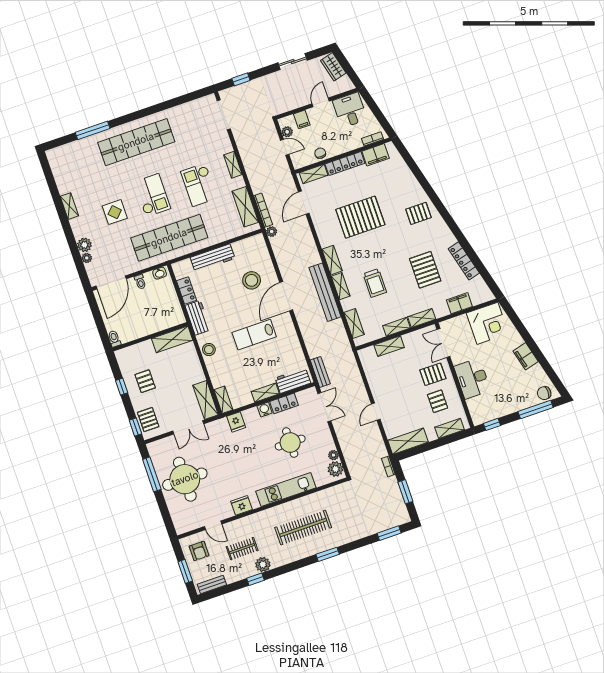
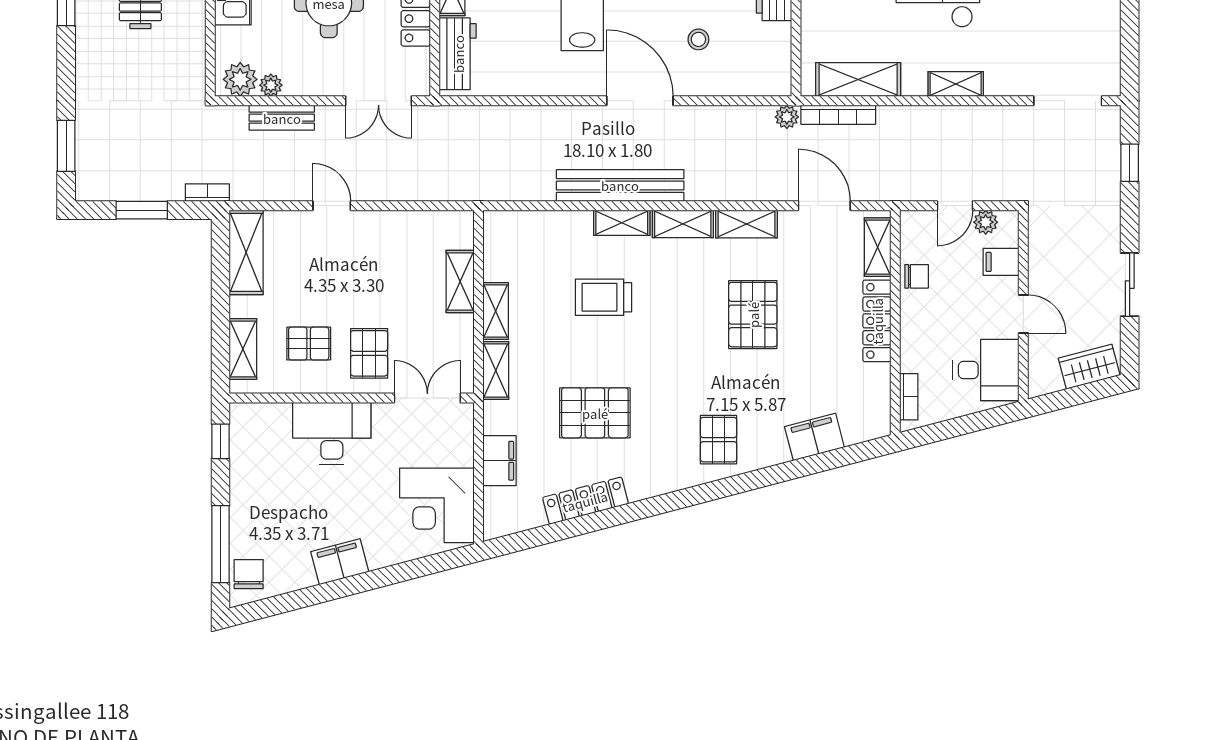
filing cabinet: (376, 155) -> (814, 437), moved, turned 75
pallet: (360, 217) -> (753, 315), width x0.73, depth x0.71
stool: (252, 280) -> (698, 39), width x0.53, depth x0.53
shelving: (354, 324) -> (746, 224), moved
bench: (320, 372) -> (282, 118), moved

